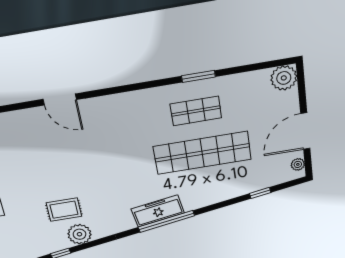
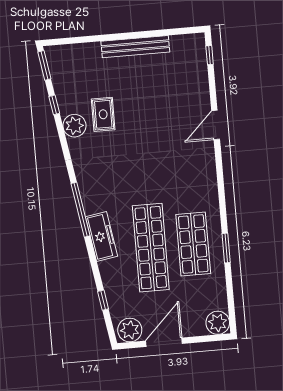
shop shelf: (196, 111) -> (193, 244), width x1.43, depth x1.36
door: (305, 131) -> (164, 342), hinge flipped
plant: (298, 164) -> (130, 330), width x1.88, depth x1.88
freezer: (158, 211) -> (101, 236), moved

